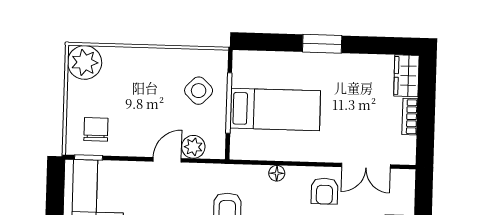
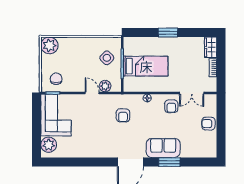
door: (167, 160) -> (92, 93), hinge flipped

